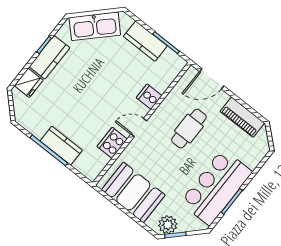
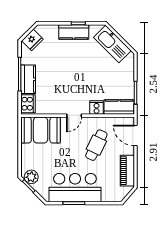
kitchen counter: (145, 41) -> (119, 107), moved, turned 90
fridge: (29, 83) -> (32, 40), moved, turned -45
door: (139, 128) -> (74, 116), swing flipped
cafe table: (189, 129) -> (96, 145), turned -64
cooker: (112, 143) -> (28, 104), moved, turned 90
booth: (133, 192) -> (41, 130), moved, turned 90

